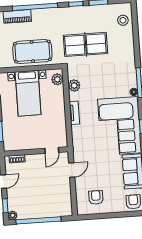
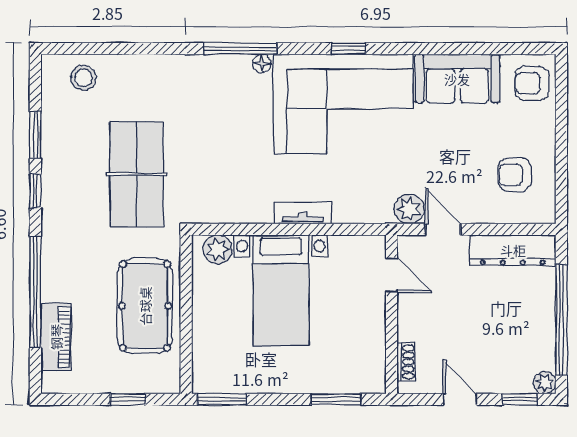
plant: (74, 86) -> (409, 209), moved
bed with nightstands: (28, 93) -> (281, 290), moved, turned 90
dresser: (65, 199) -> (513, 250), added

